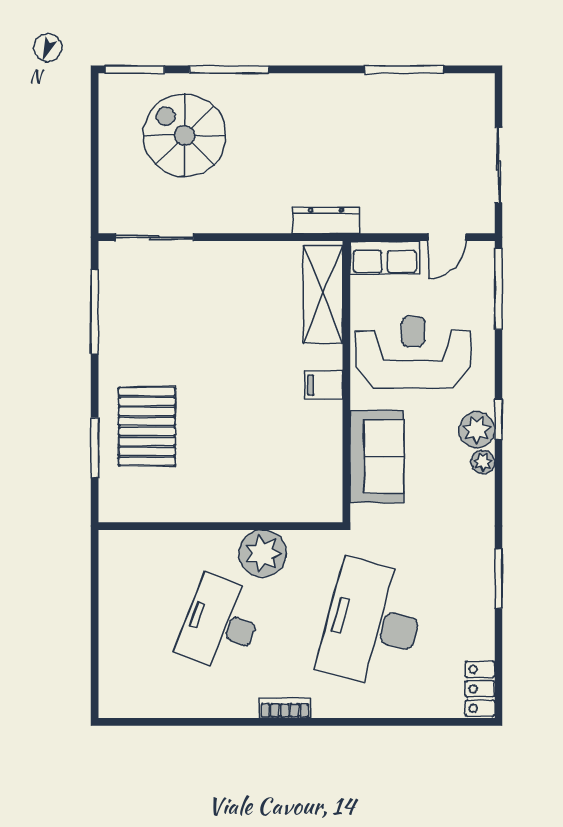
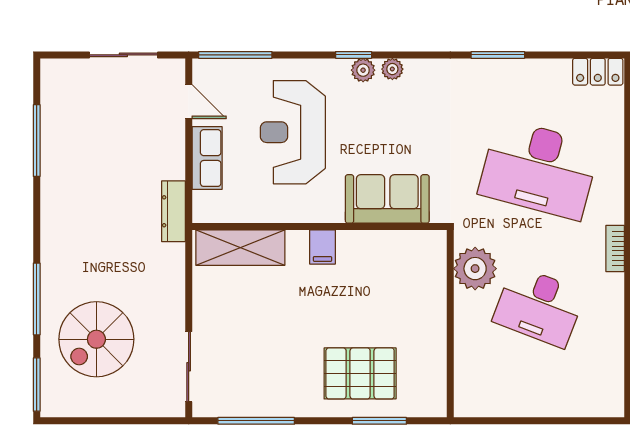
shelving: (323, 294) -> (240, 248), moved
wall: (346, 382) -> (319, 227), moved
filing cabinet: (324, 385) -> (322, 247), moved
plant: (477, 430) -> (363, 70), width x0.73, depth x0.73
sofa: (377, 456) -> (387, 199), moved

